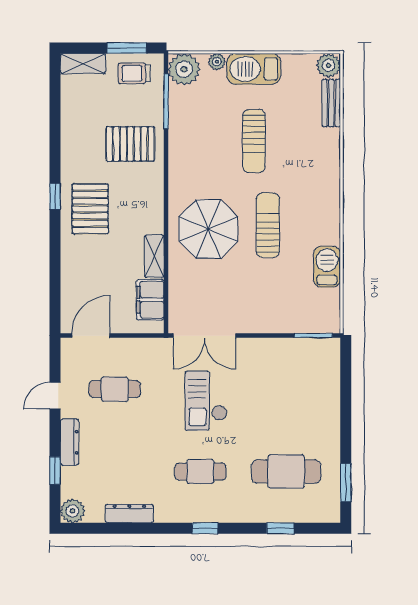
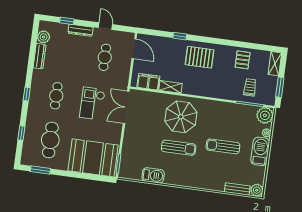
trolley: (134, 73) -> (250, 87), moved
pallet: (130, 144) -> (243, 60), moved, width x0.67, depth x0.71
window: (55, 196) -> (180, 36), moved
booth: (309, 386) -> (93, 158), added
checkout: (206, 401) -> (92, 104), turned -90
plant: (73, 511) -> (44, 37), moved

